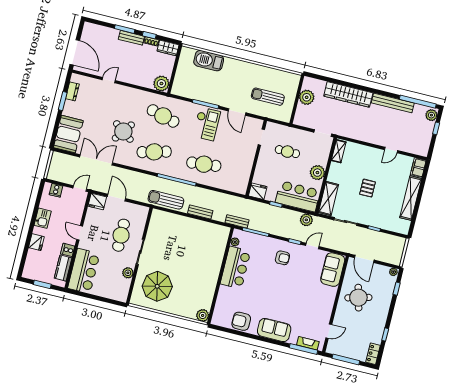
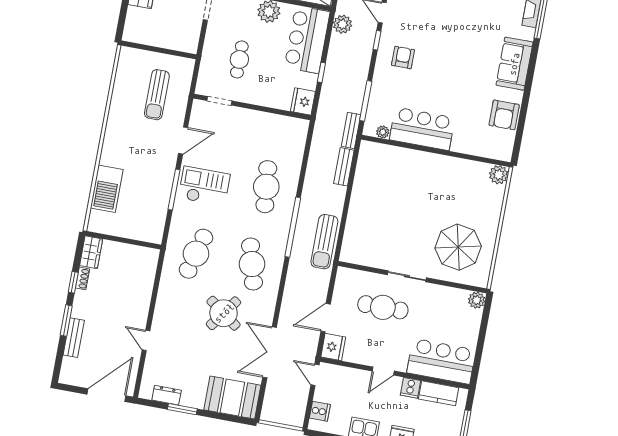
bench: (131, 38) -> (74, 338), moved
plant: (161, 84) -> (146, 259), removed
plant: (307, 97) -> (154, 35), removed
bench: (200, 212) -> (344, 167), moved
plant: (128, 273) -> (477, 300), moved

